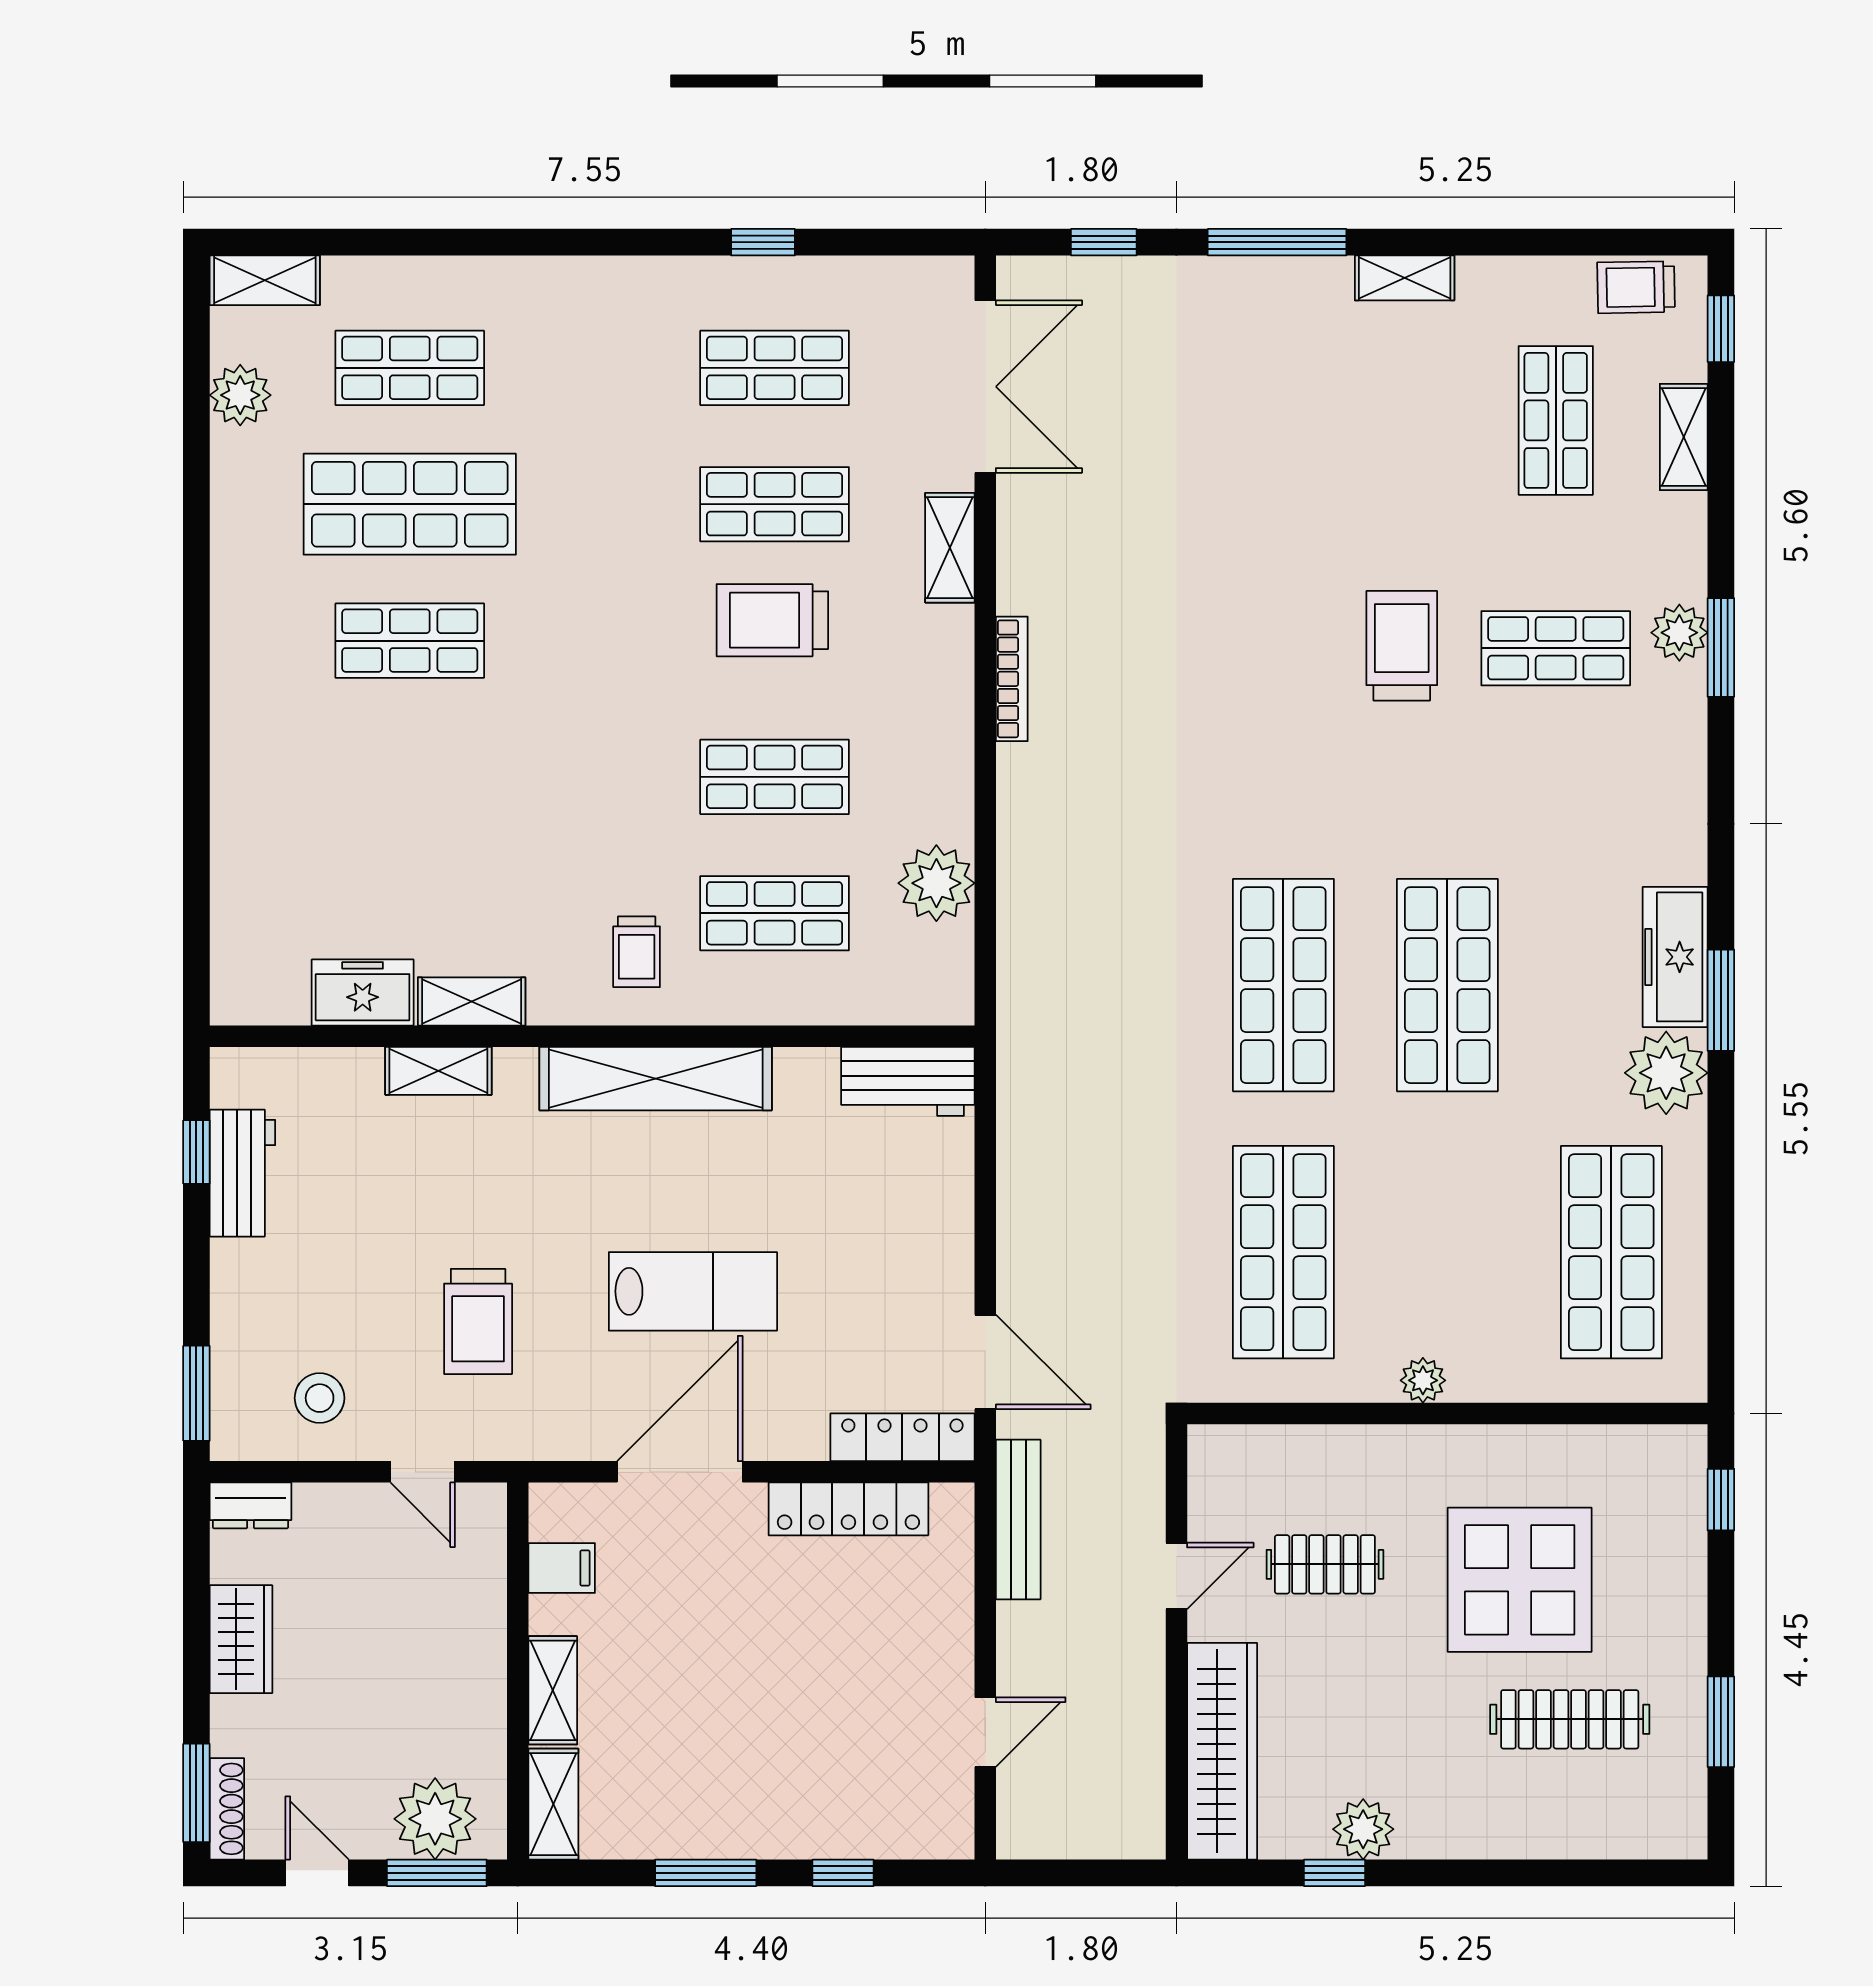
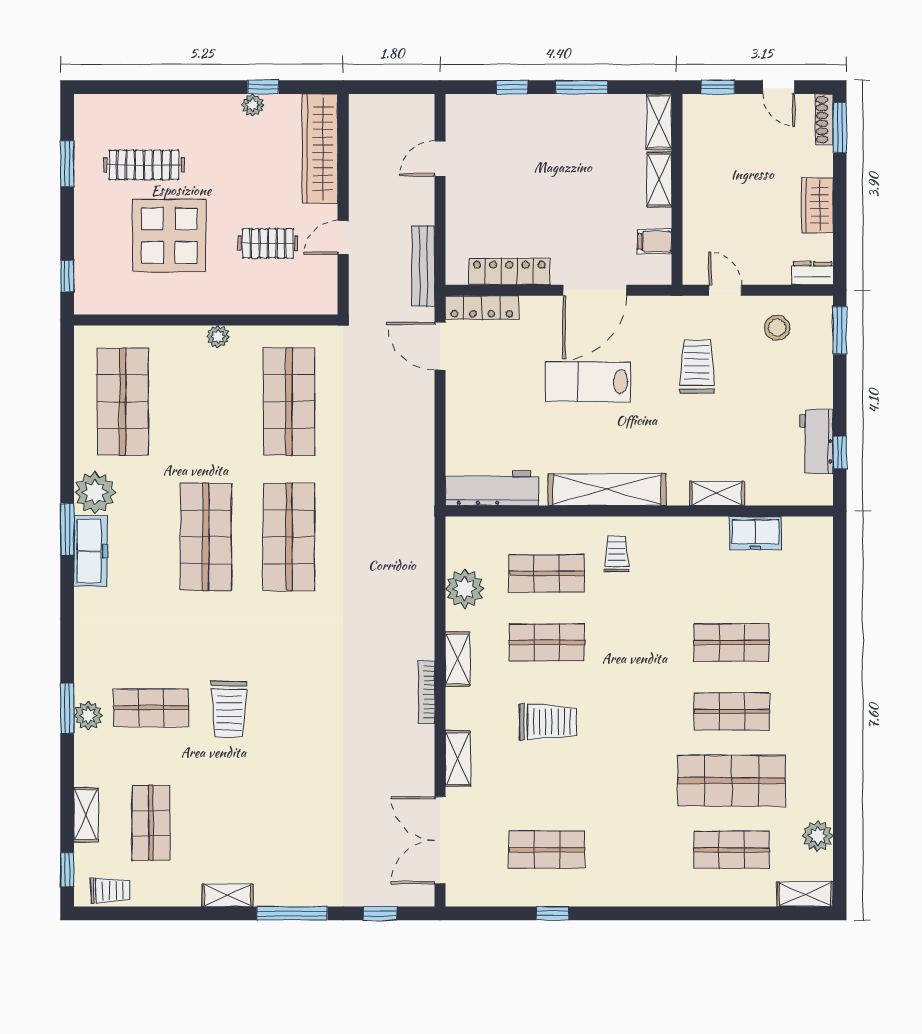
shop shelf: (775, 504) -> (732, 642), moved
shelving: (472, 1001) -> (458, 659), moved, turned 90
workbench: (908, 1081) -> (492, 488), width x1.38
plant: (435, 1819) -> (719, 114), removed
plant: (1363, 1829) -> (253, 105), width x0.73, depth x0.73
window: (437, 1873) -> (718, 87), width x0.67

